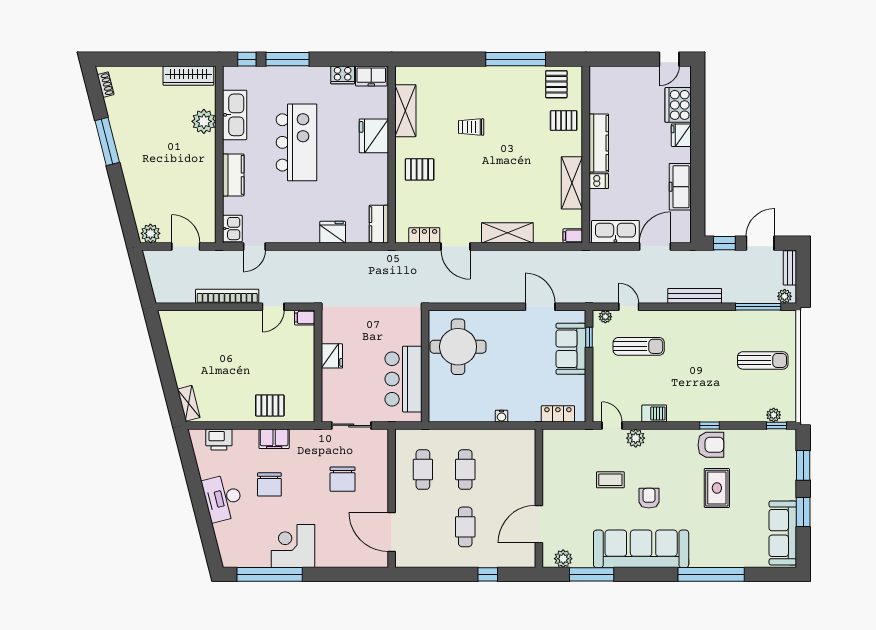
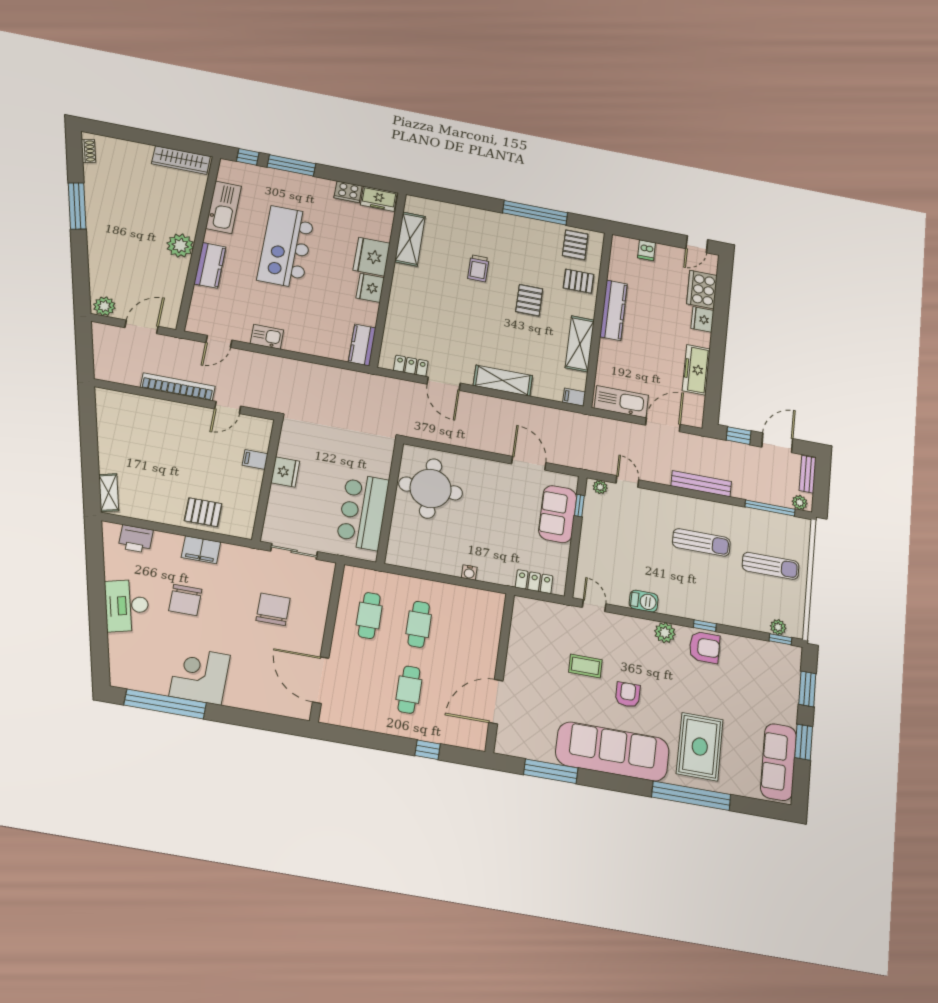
plant: (204, 121) -> (180, 246), moved
trolley: (471, 127) -> (478, 268), turned -90
kitchen island: (297, 142) -> (286, 247), turned 180
pallet: (420, 169) -> (529, 300), moved, turned 90
dishwasher: (599, 181) -> (647, 250), moved, turned 90
kitchen sink: (232, 229) -> (267, 337), moved, turned -90
fridge: (333, 232) -> (370, 288), moved, turned -90
door: (186, 246) -> (141, 327), hinge flipped
filing cabinet: (305, 318) -> (255, 459), moved
sun lounger: (639, 346) -> (701, 542), moved
plant: (636, 438) -> (665, 633), moved
chair: (343, 479) -> (273, 609), turned 180
rug: (717, 488) -> (700, 747), moved, width x1.36, depth x1.43
plant: (563, 559) -> (519, 747), removed

